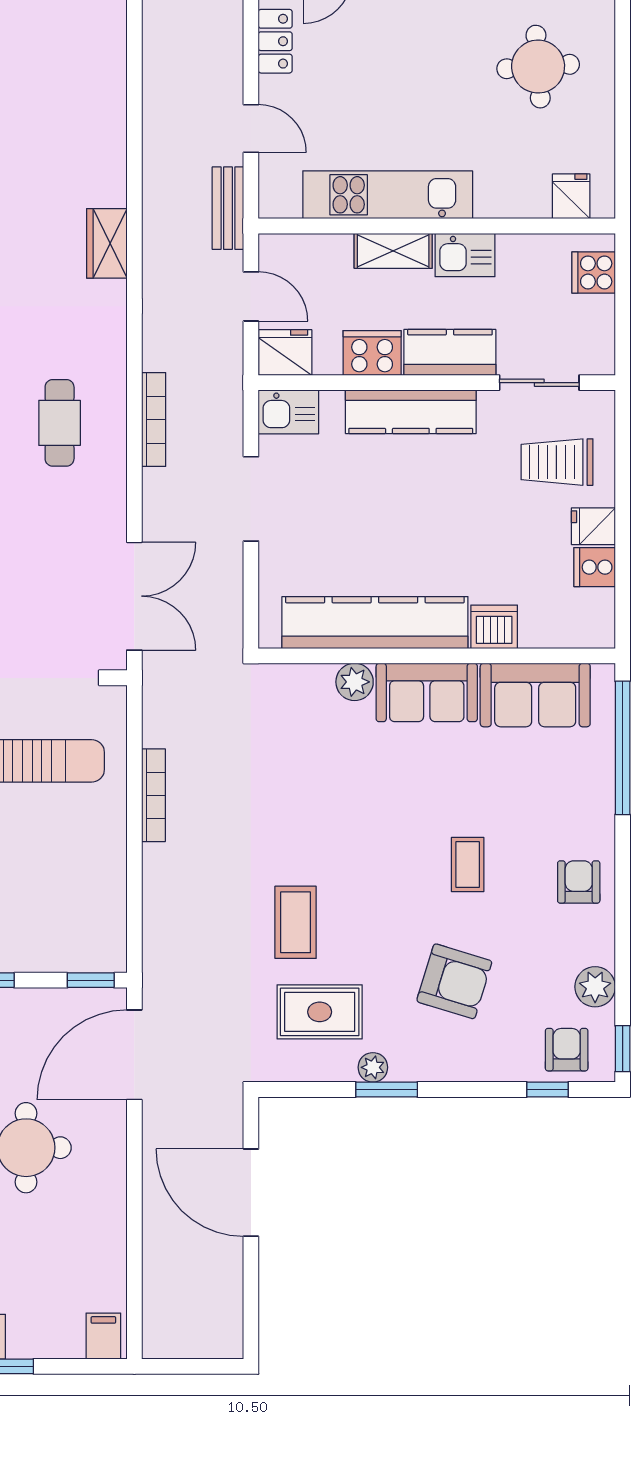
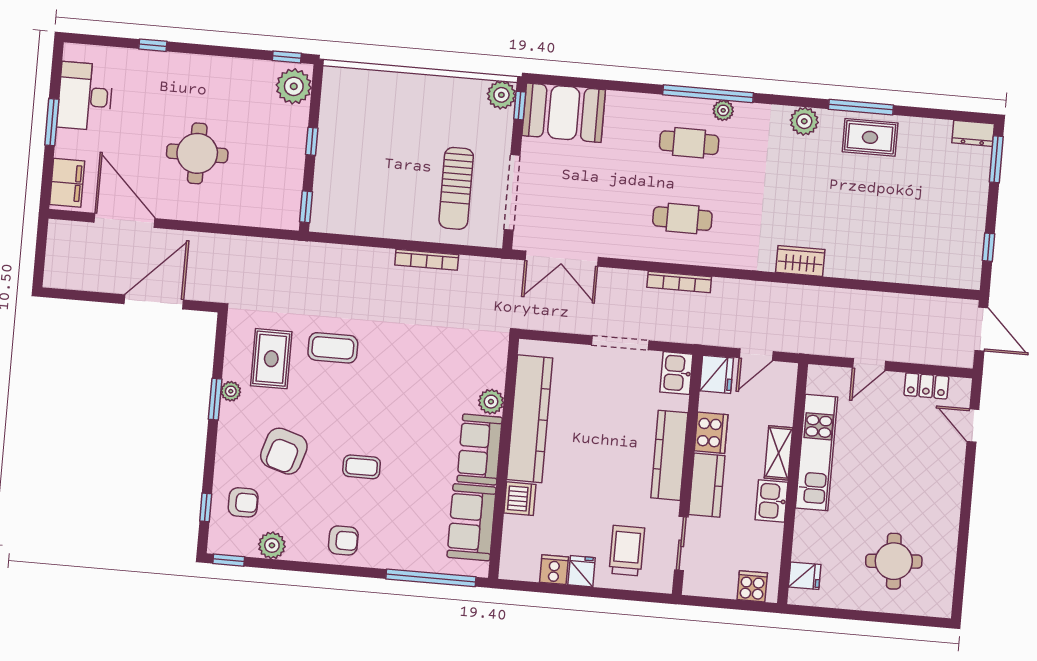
bench: (228, 208) -> (817, 344), removed
armchair: (567, 1050) -> (243, 502), moved
door: (134, 1055) -> (125, 220), moved
filing cabinet: (103, 1336) -> (67, 183), width x2.00

